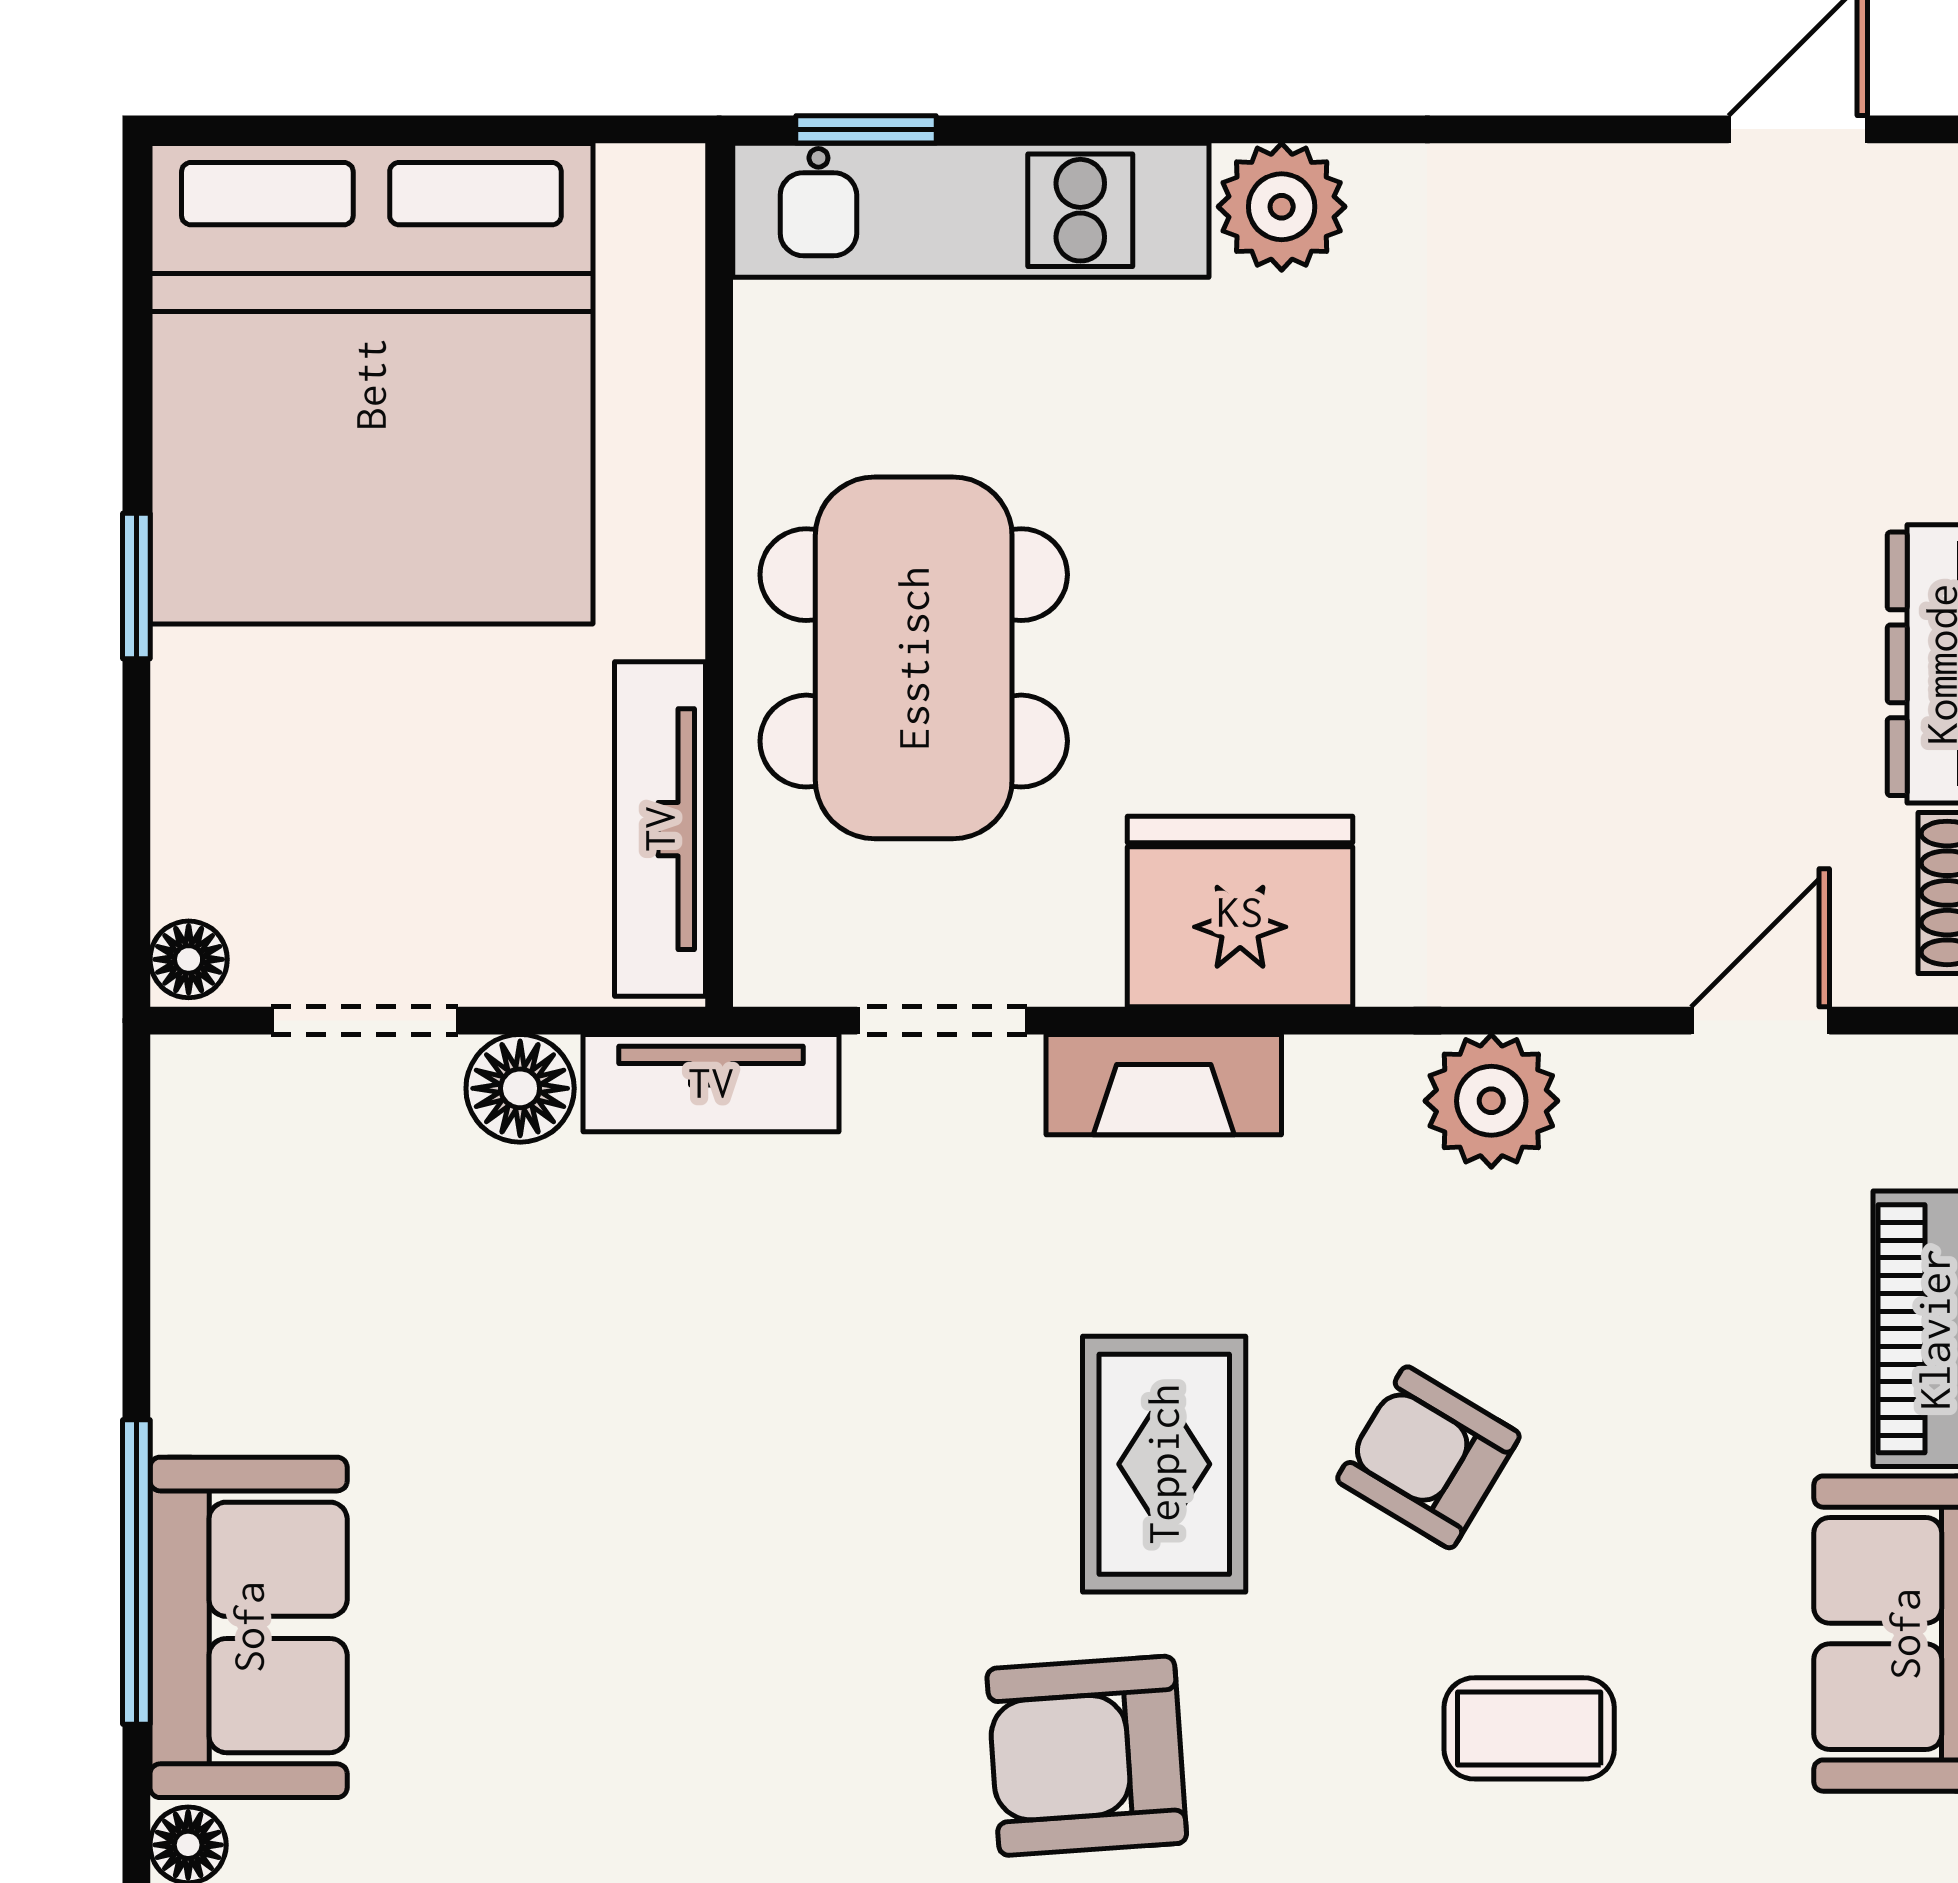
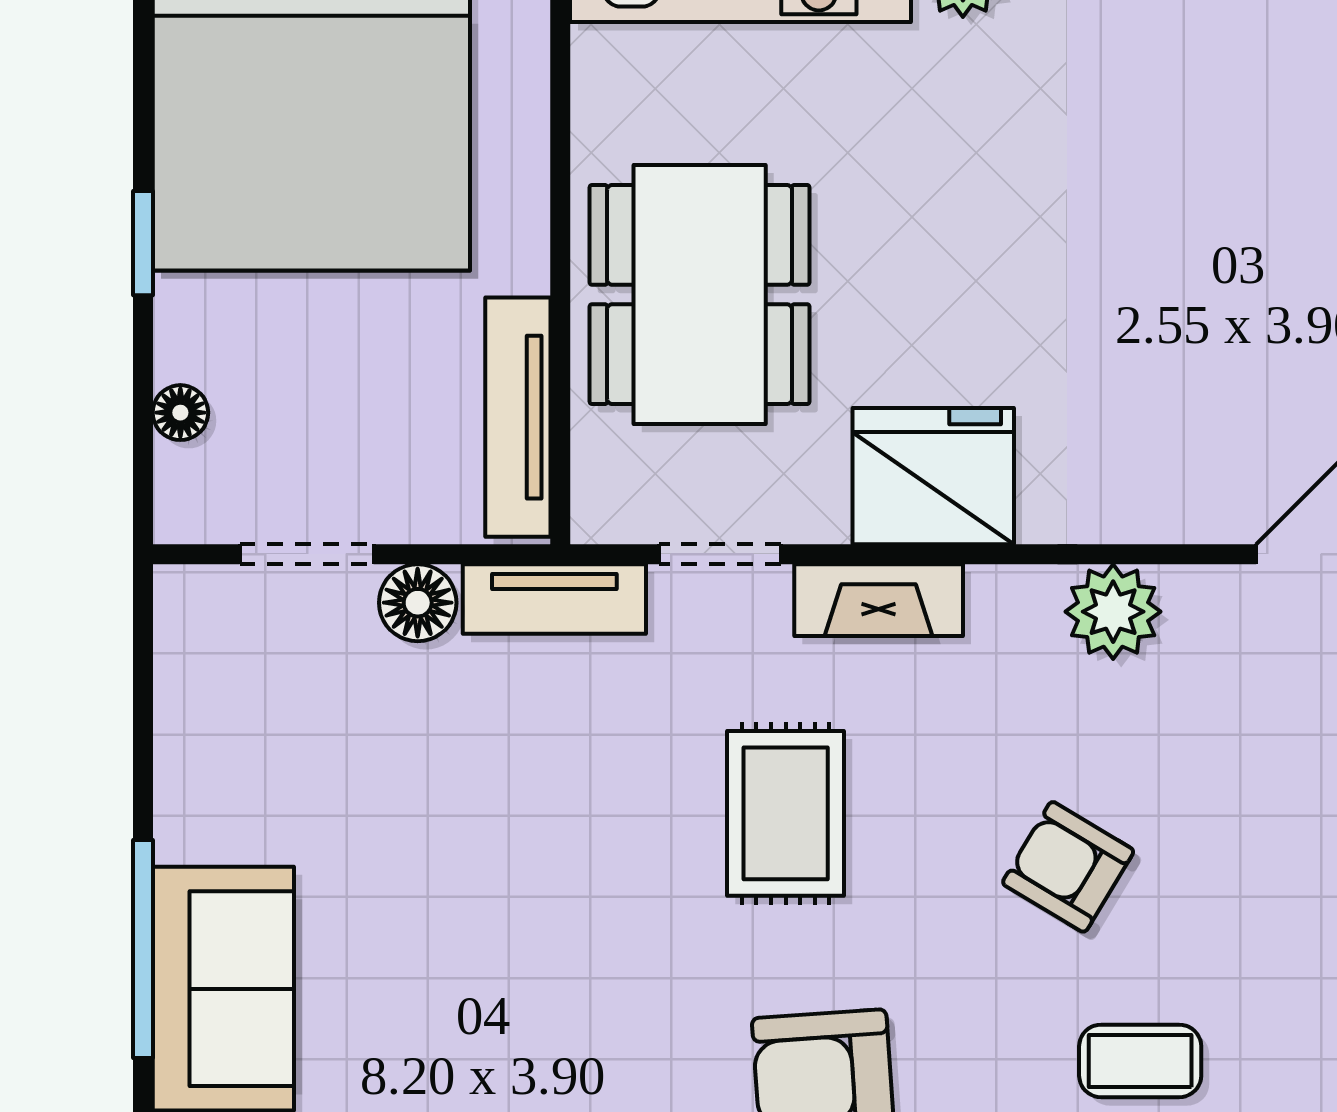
floor lamp: (189, 959) -> (180, 413), moved
rug: (1164, 1464) -> (786, 813), moved

